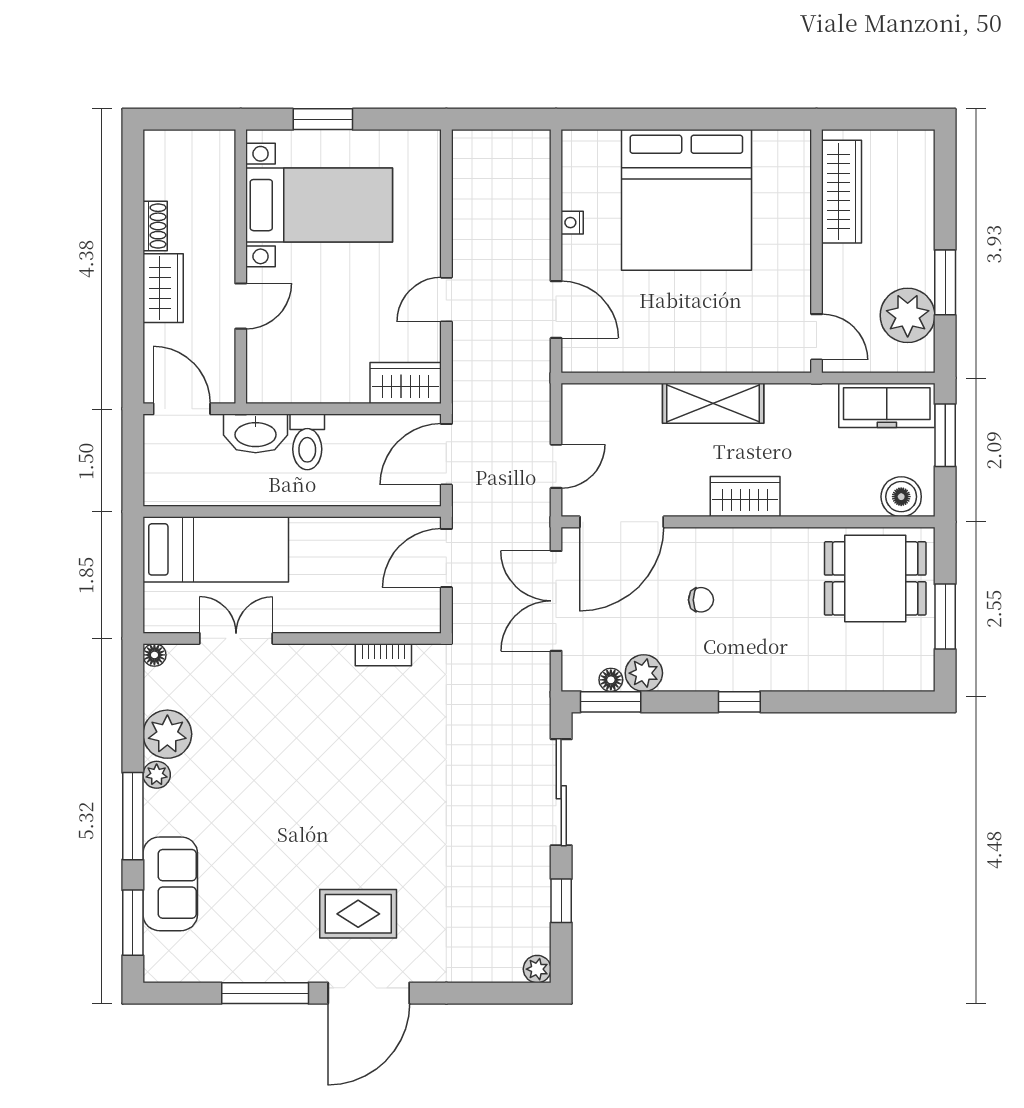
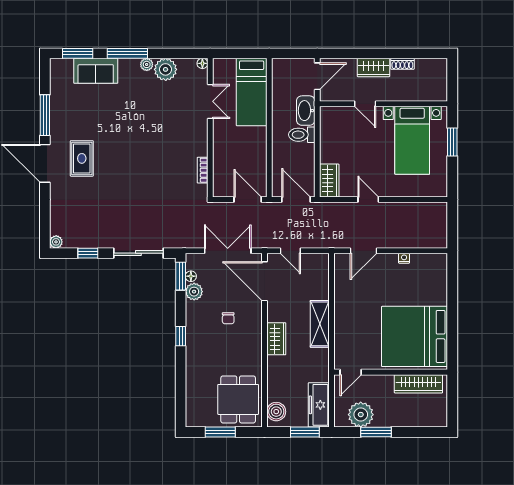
bed: (686, 200) -> (415, 336), moved

